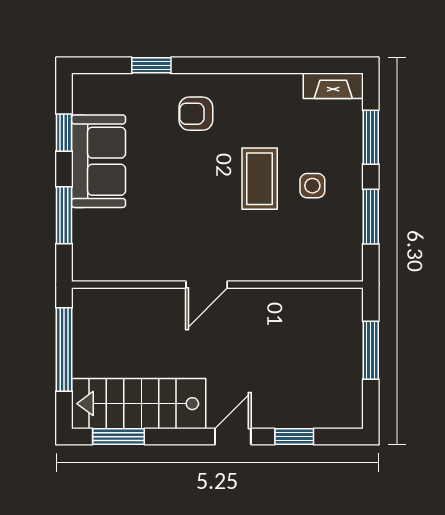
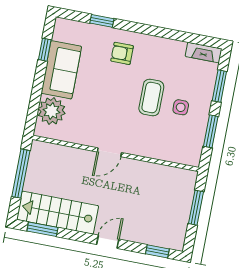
window: (64, 215) -> (36, 97), removed
plant: (95, 234) -> (52, 111), added
window: (294, 437) -> (157, 251), moved

